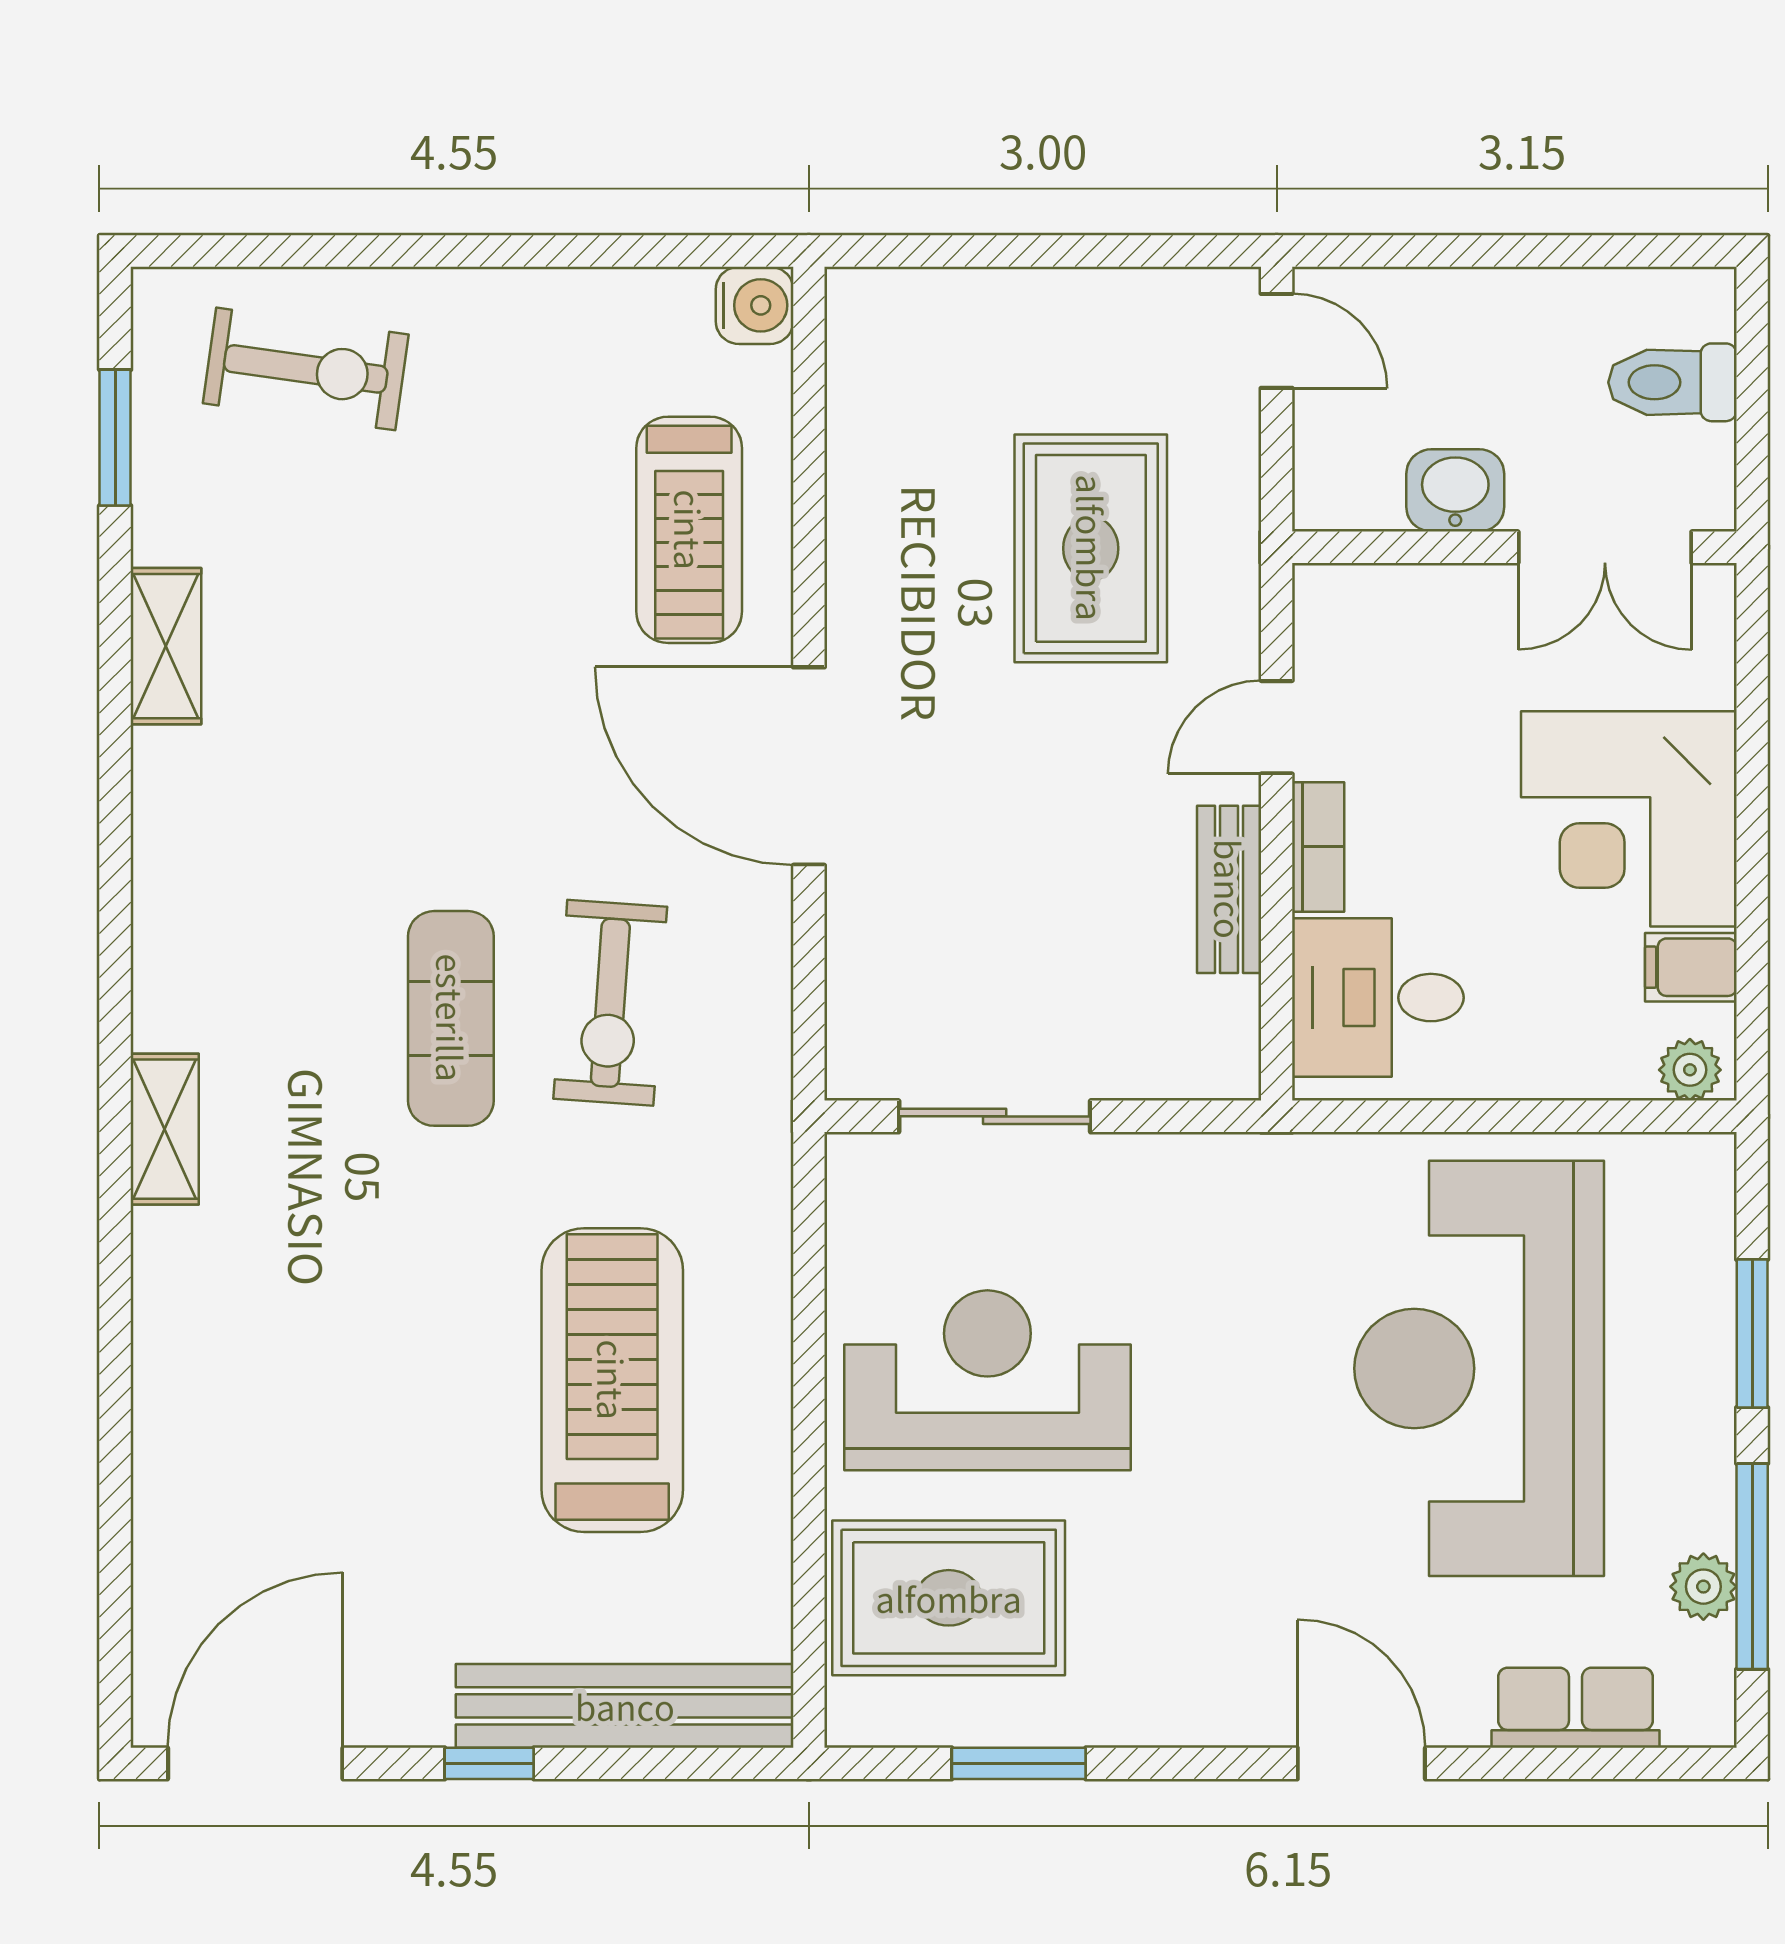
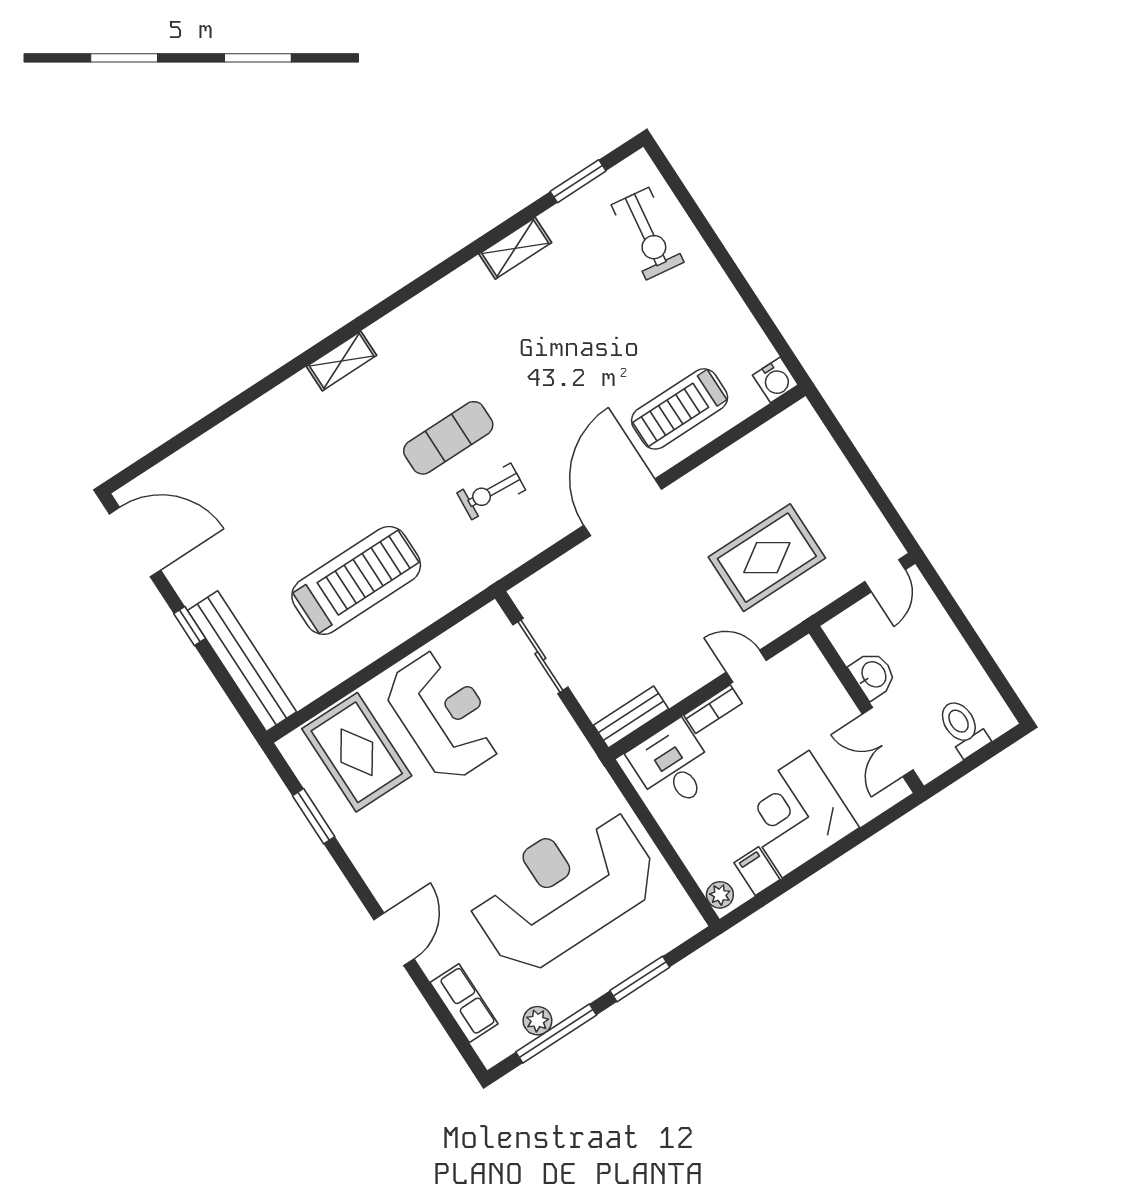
bench: (1229, 889) -> (631, 717), moved
exercise bike: (610, 1003) -> (491, 491), width x0.73, depth x0.72

